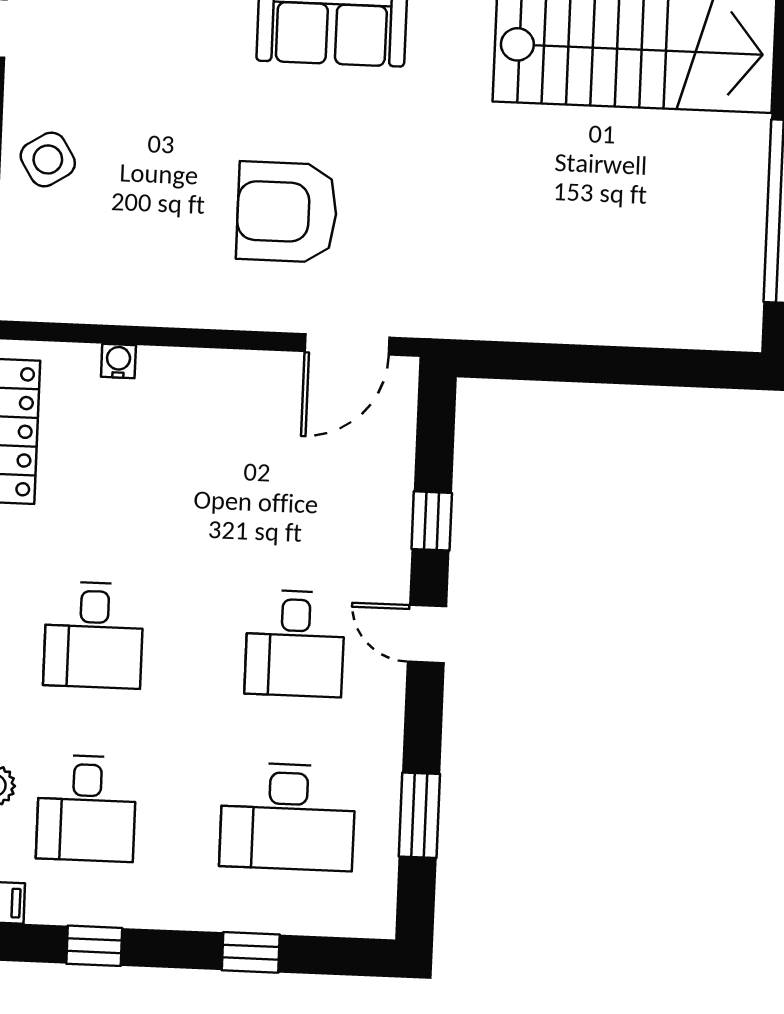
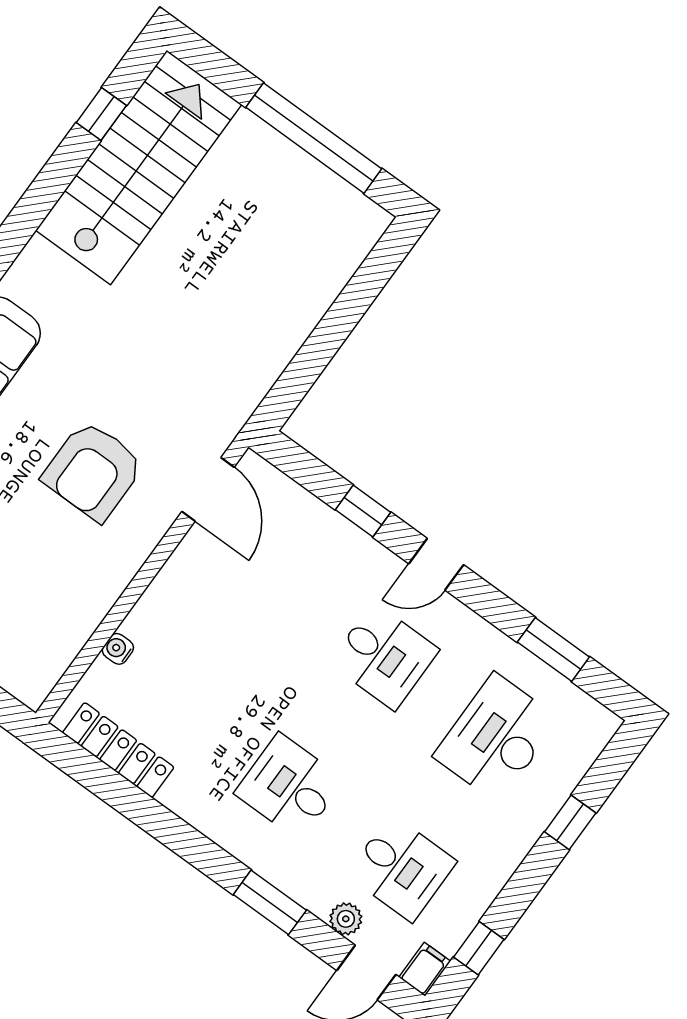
desk: (94, 635) -> (289, 787), turned 180
desk: (288, 817) -> (496, 738), turned 180
window: (94, 946) -> (479, 948), moved

